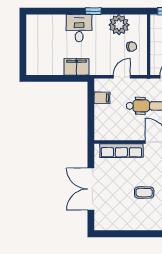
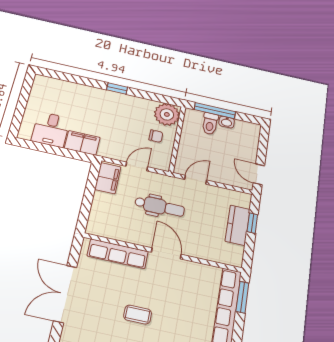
plant: (119, 25) -> (167, 114), moved
desk: (79, 28) -> (51, 129), moved, turned 180
filing cabinet: (102, 98) -> (108, 178), width x2.00

